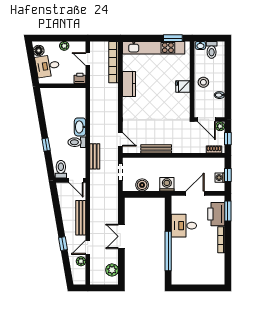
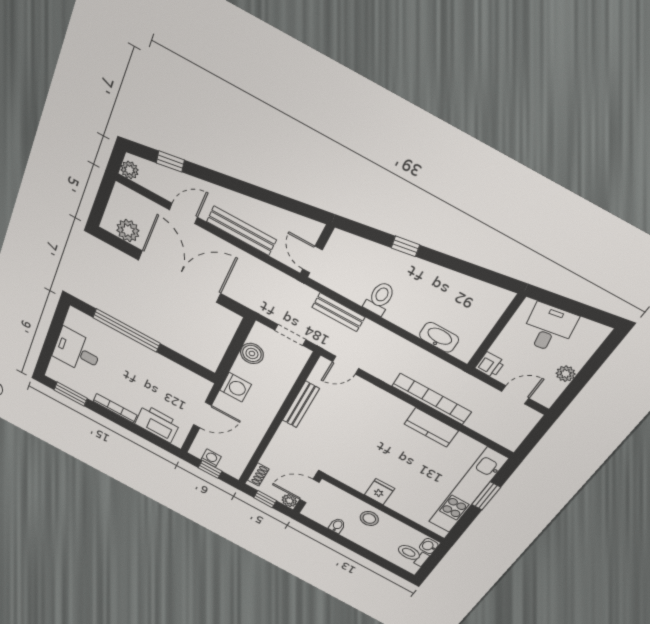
window: (173, 38) -> (486, 496), moved
floor lamp: (39, 51) -> (588, 330), removed
bookcase: (114, 62) -> (432, 399), moved
washbasin: (80, 127) -> (439, 337), moved
toilet: (61, 169) -> (346, 246), removed
door: (76, 180) -> (312, 260), hinge flipped
door: (195, 193) -> (202, 415), hinge flipped
window: (228, 211) -> (71, 394), moved
desk: (184, 226) -> (77, 351), moved, turned -90
double door: (121, 236) -> (180, 277), width x1.87
window: (63, 244) -> (170, 162), moved
door: (88, 247) -> (183, 213), hinge flipped
plant: (81, 261) -> (130, 170), moved

